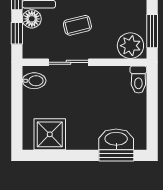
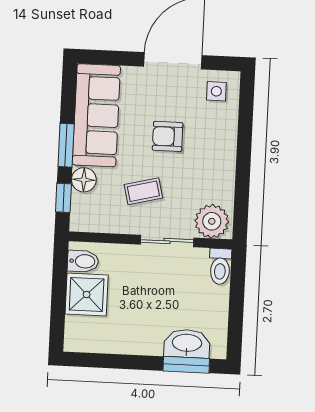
window: (152, 31) -> (241, 204), removed
sliding door: (68, 62) -> (167, 241), moved
shower: (50, 134) -> (87, 295), moved

